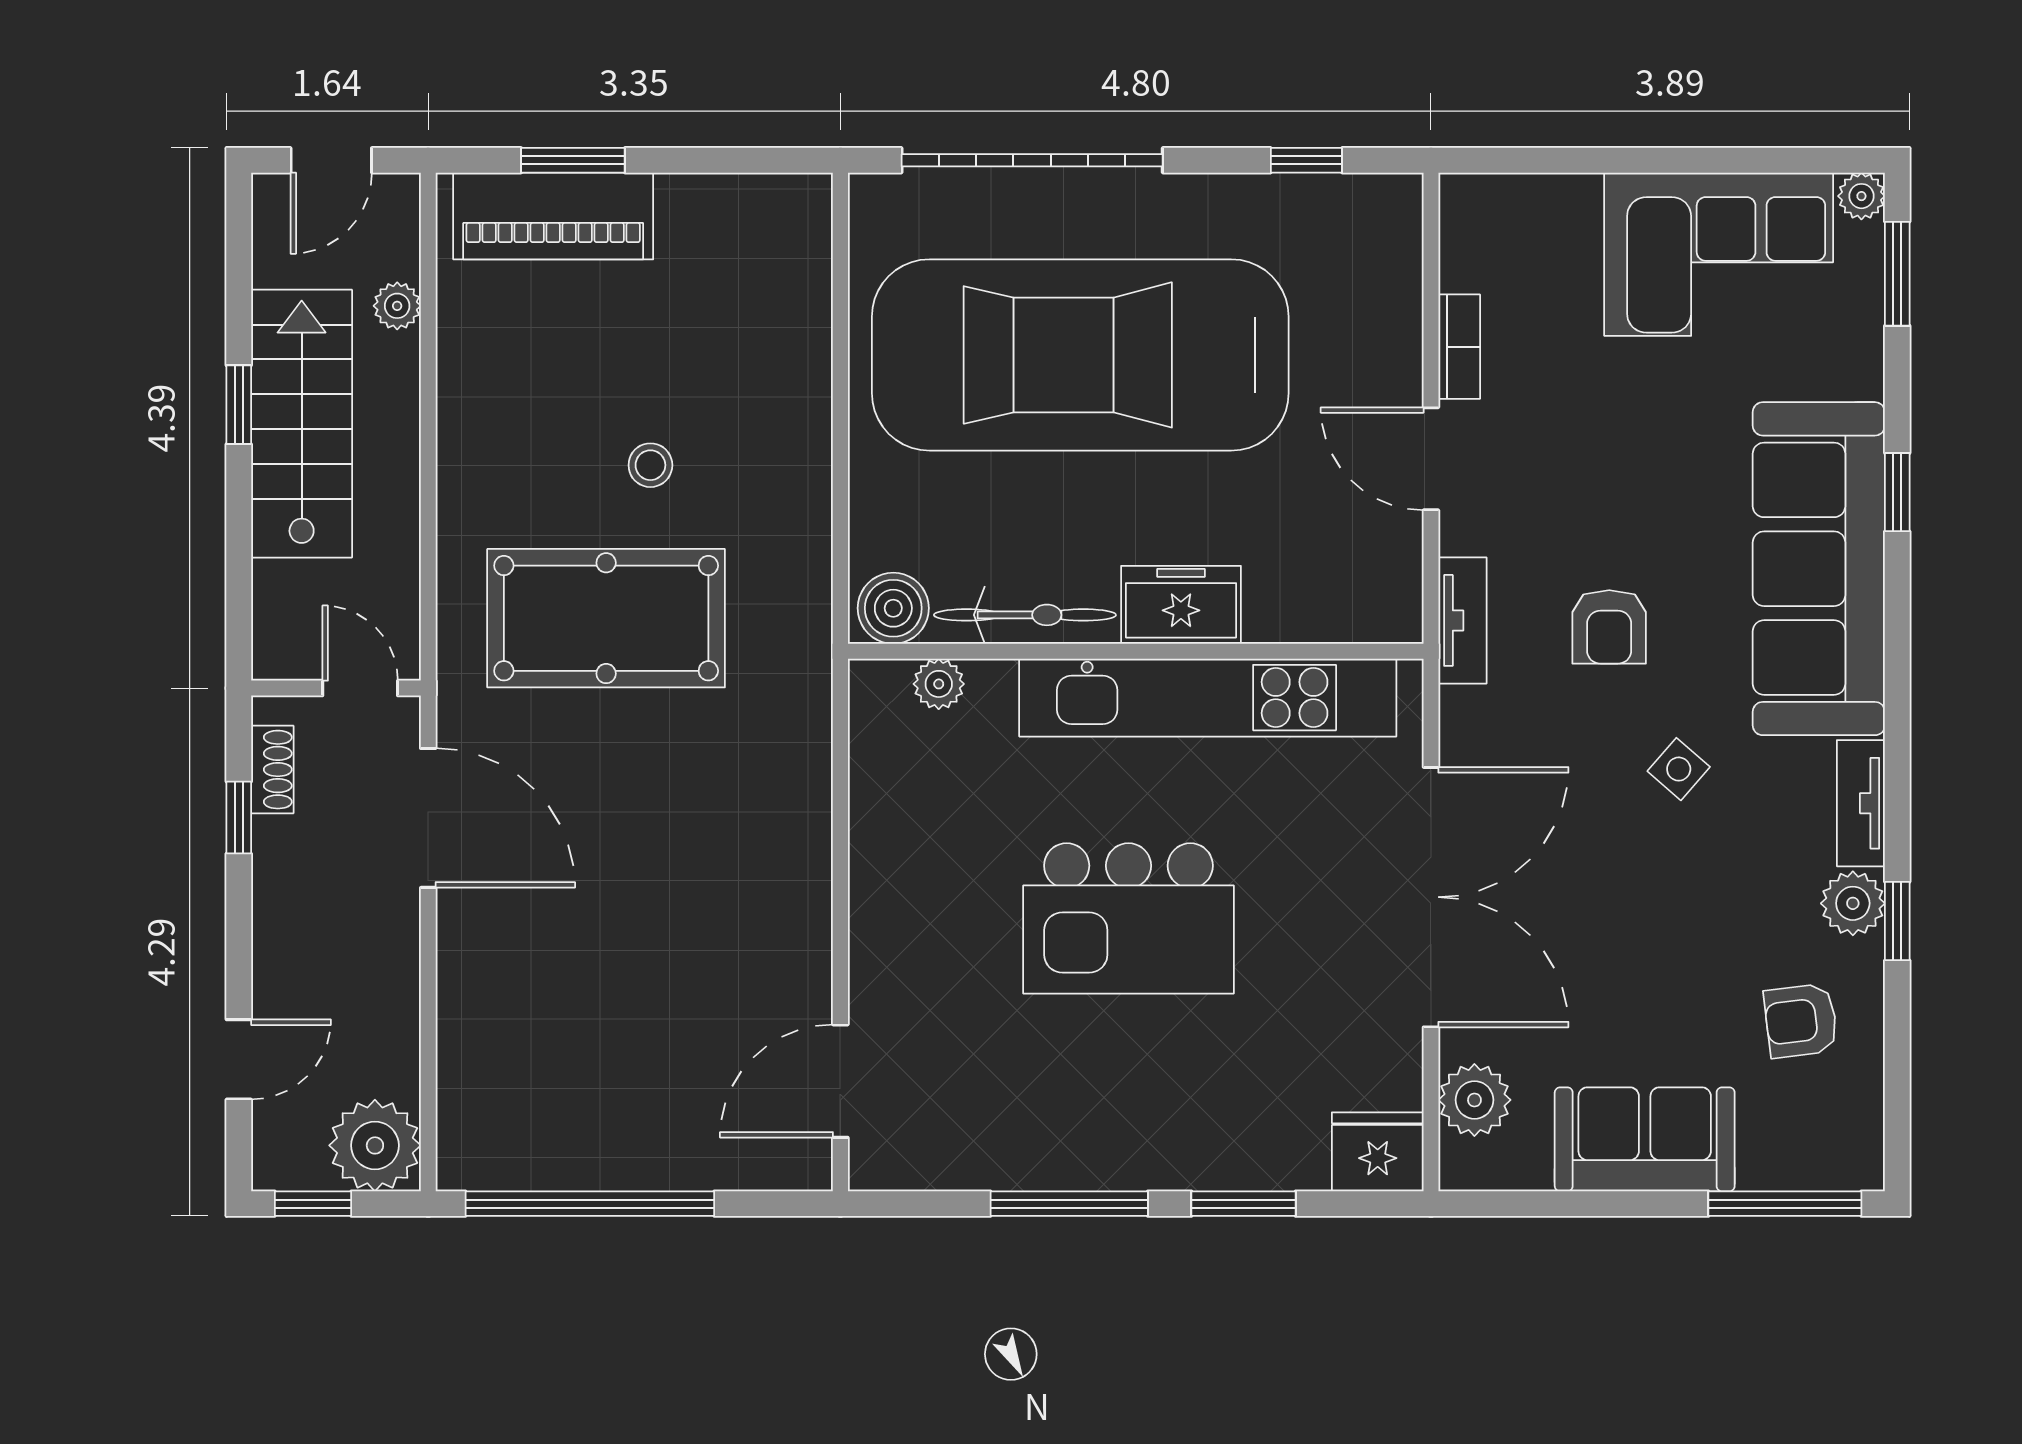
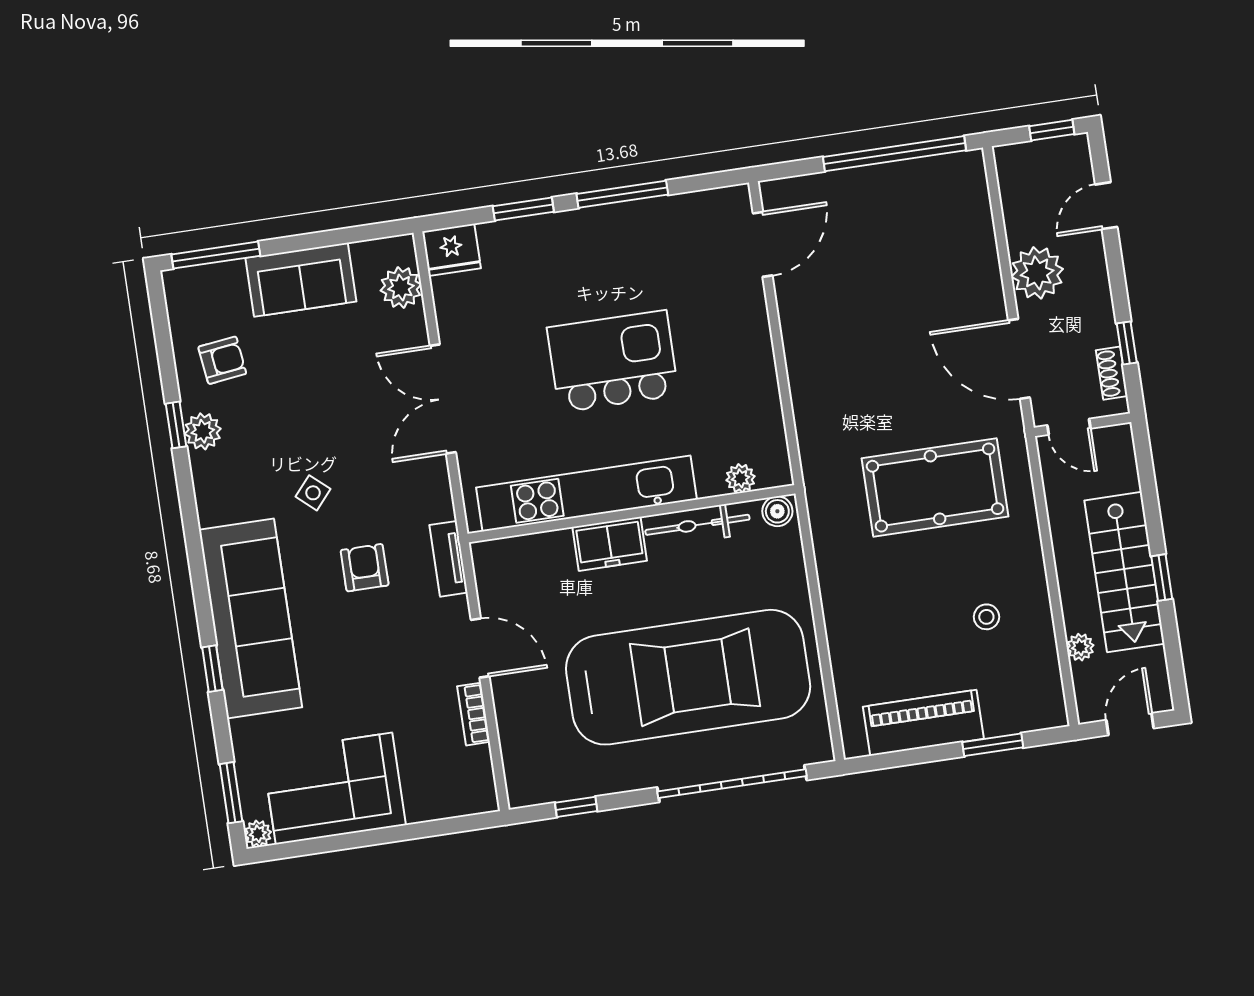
piano: (553, 216) -> (923, 723), moved
stool: (650, 465) -> (986, 617), moved
boiler: (893, 608) -> (777, 511), width x0.73, depth x0.73
tv unit: (1861, 803) -> (207, 489), removed
double door: (1431, 897) -> (443, 399), width x0.73
plant: (375, 1145) -> (1037, 273), moved

